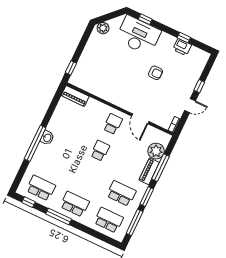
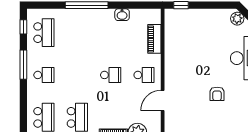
piano: (75, 96) -> (154, 39), moved
washbasin: (47, 138) -> (122, 15), moved
school desk: (75, 204) -> (44, 75), width x0.54

